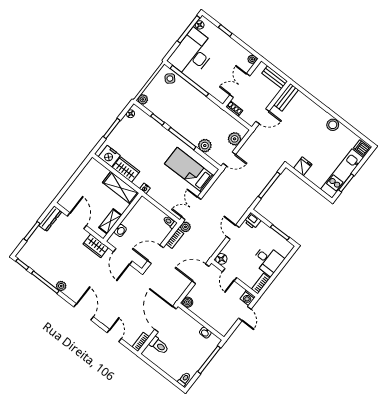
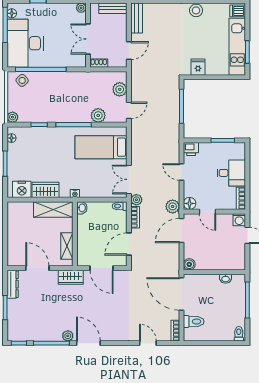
washbasin: (120, 230) -> (82, 208), moved
plant: (208, 252) -> (173, 206), added
door: (84, 312) -> (88, 343), moved

